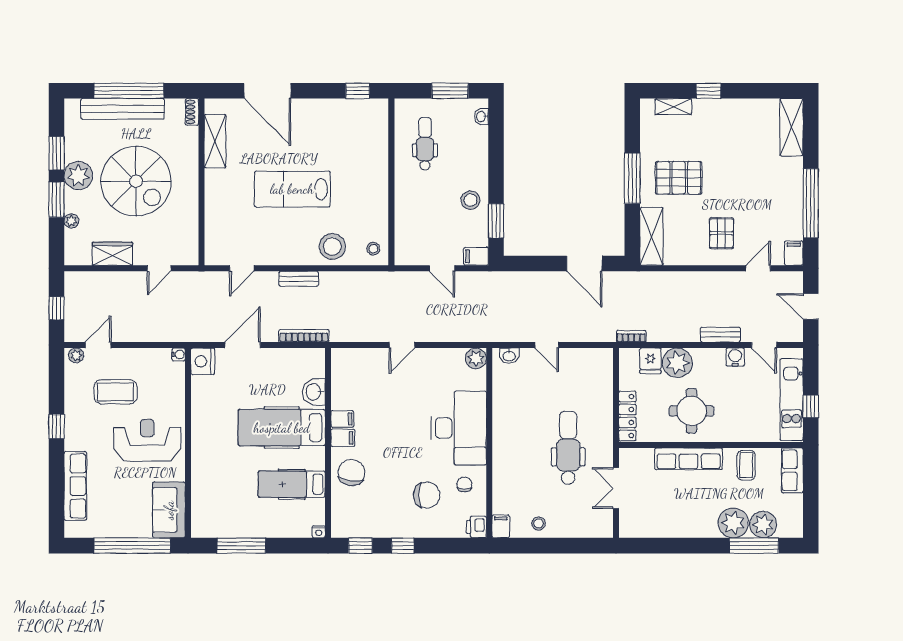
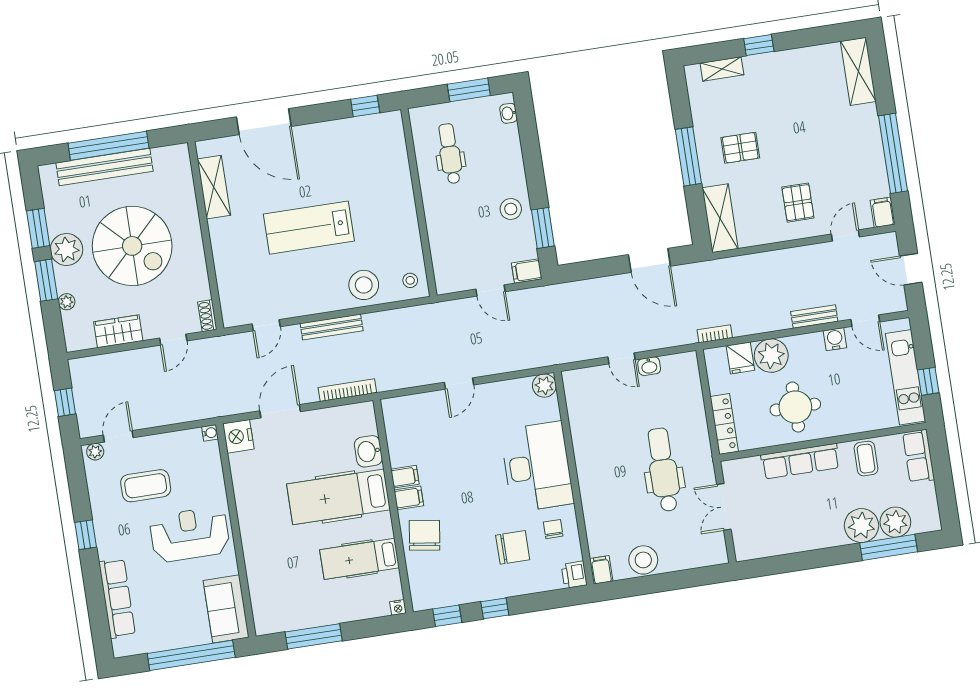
shoe rack: (192, 112) -> (207, 316), moved
pallet: (679, 178) -> (740, 148), width x0.67, depth x0.71
bench: (299, 279) -> (332, 327), width x1.36
washbasin: (509, 356) -> (649, 366), moved
stool: (539, 523) -> (643, 560), width x1.89, depth x1.89

